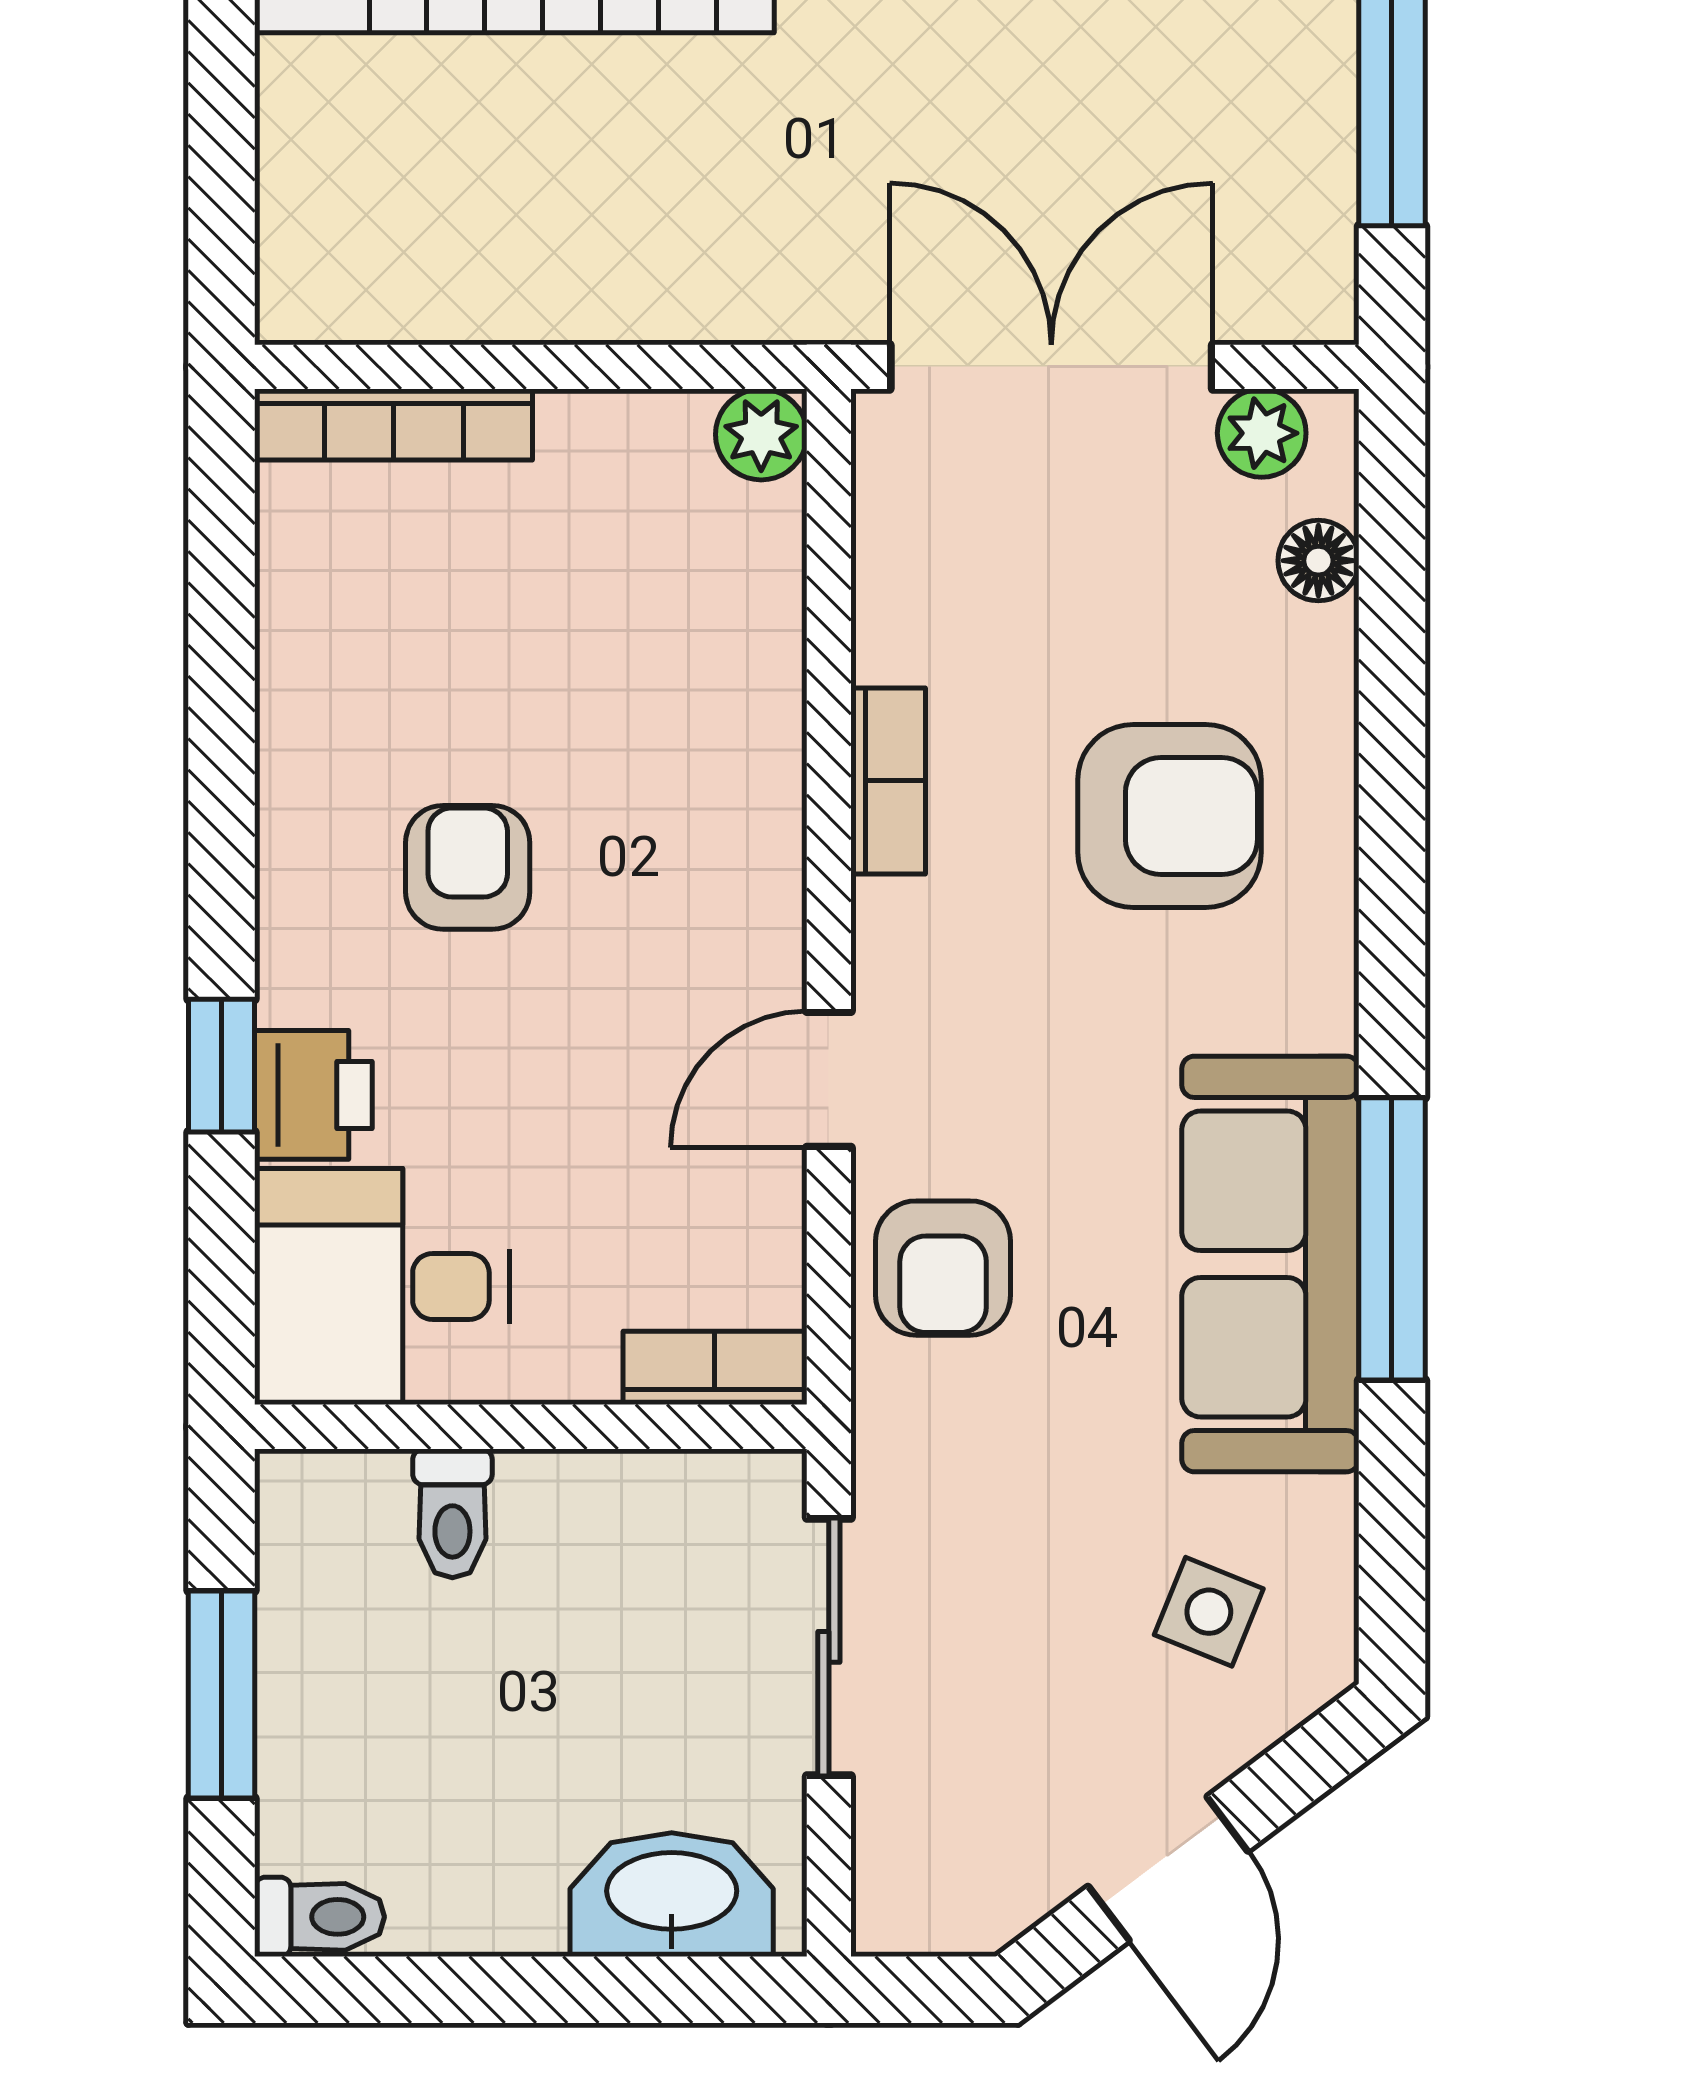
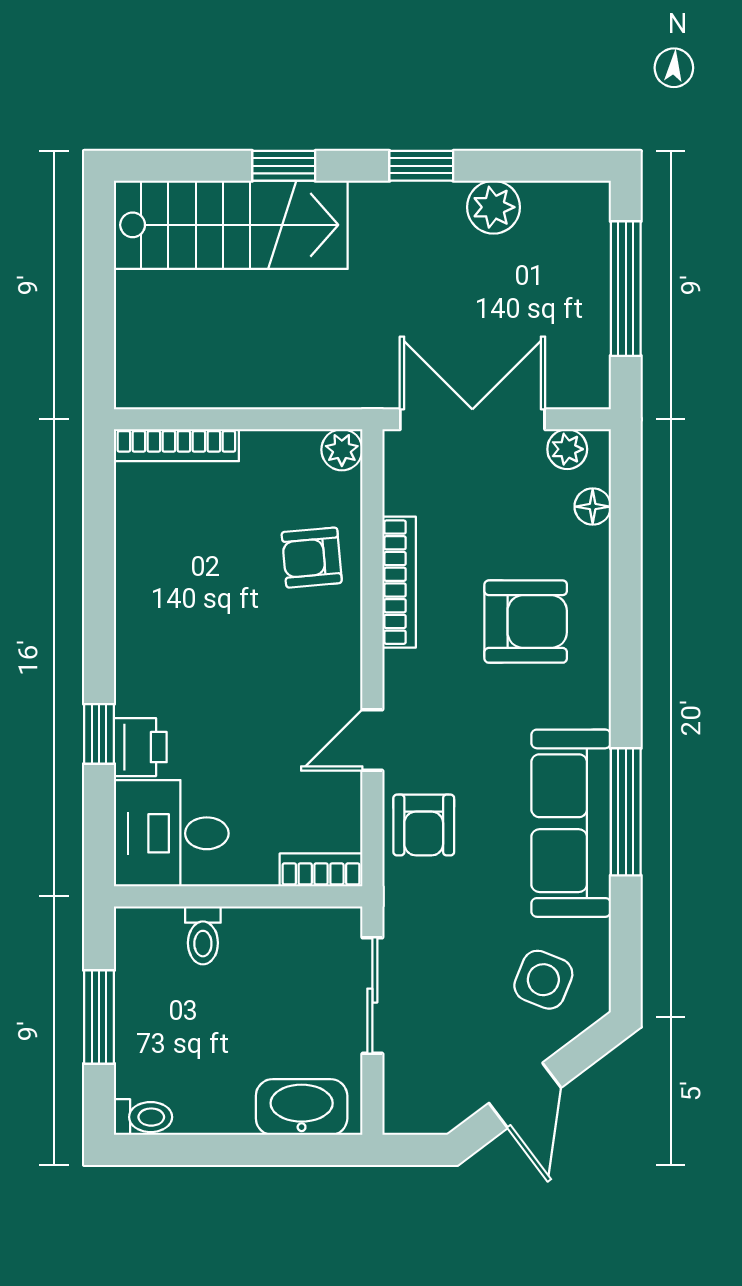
bookcase: (888, 781) -> (399, 582), width x1.56
armchair: (468, 867) -> (312, 558), moved, turned -95
side table: (1209, 1612) -> (543, 980), width x1.37, depth x1.37

